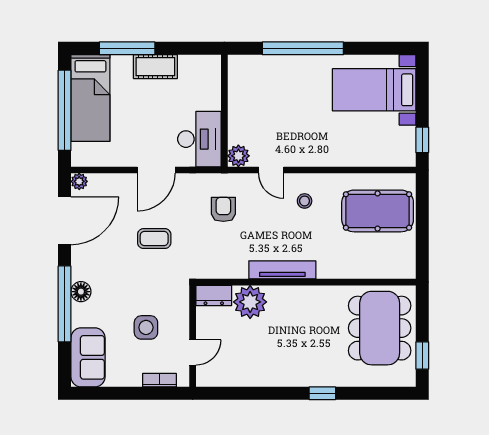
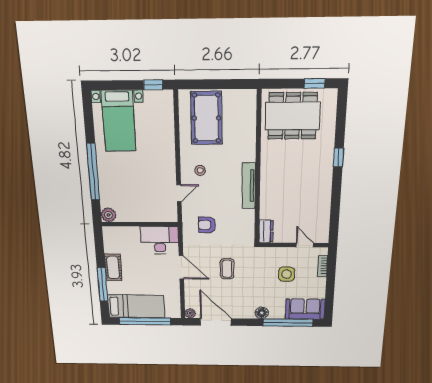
plant: (238, 156) -> (108, 215), moved
plant: (250, 302) -> (271, 207), removed
window: (65, 304) -> (288, 323), moved

